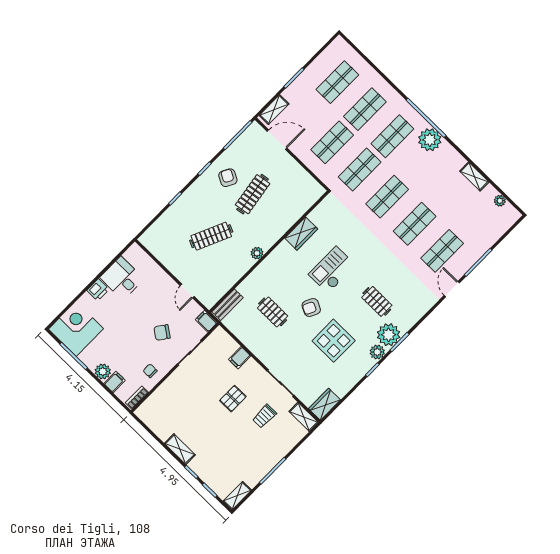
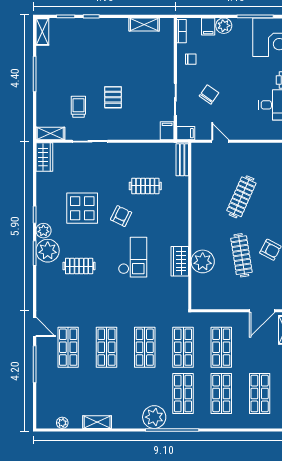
plant: (257, 253) -> (203, 261), moved, width x1.87, depth x1.87
filing cabinet: (240, 358) -> (167, 131), moved
shelving: (180, 449) -> (144, 25), moved

